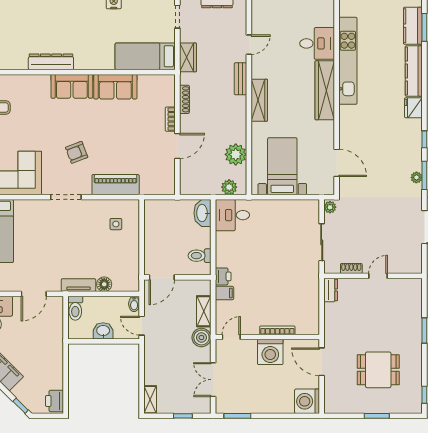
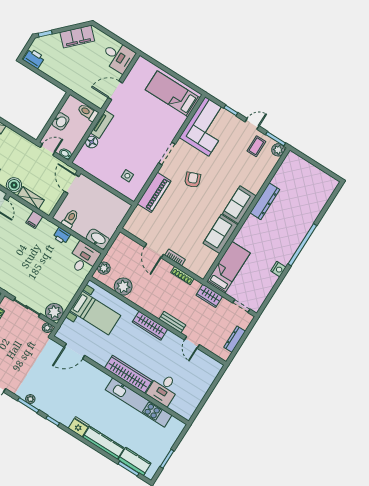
plant: (309, 210) -> (54, 312), added
printer: (223, 276) -> (62, 236), moved
door: (34, 294) -> (115, 90), hinge flipped

